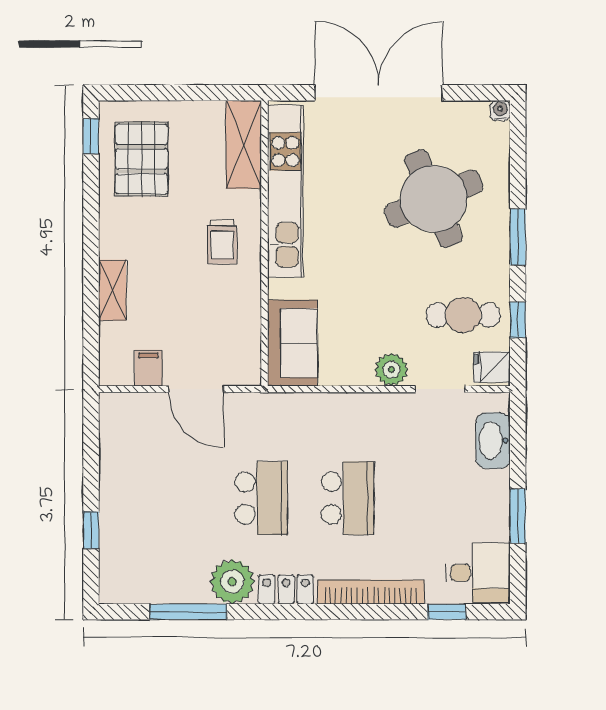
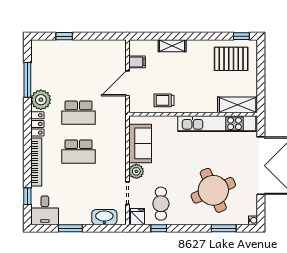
window: (518, 237) -> (224, 228), moved
trolley: (222, 242) -> (164, 100), moved
sofa: (292, 343) -> (140, 143), moved, turned -90

